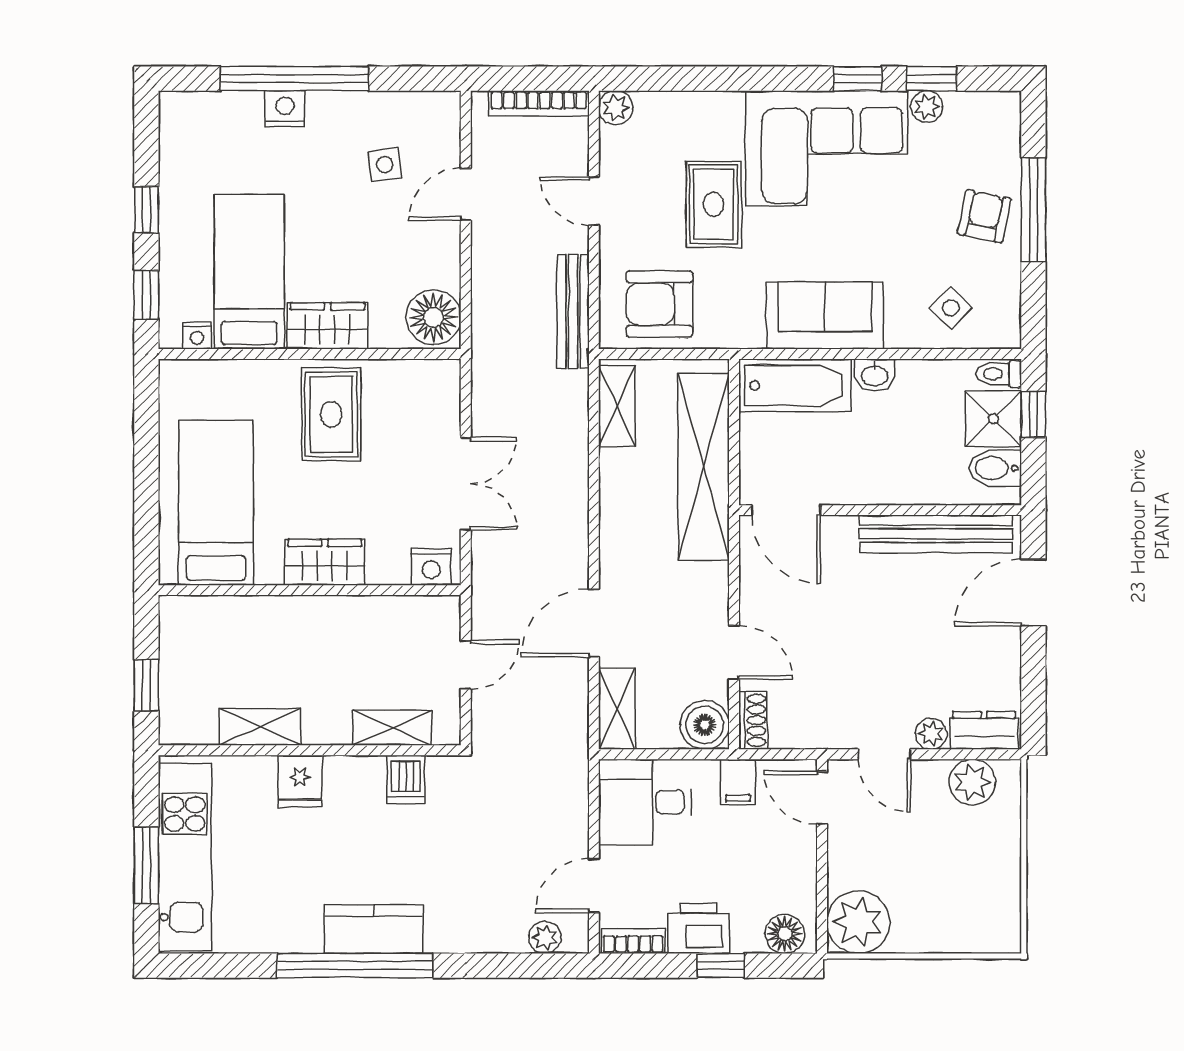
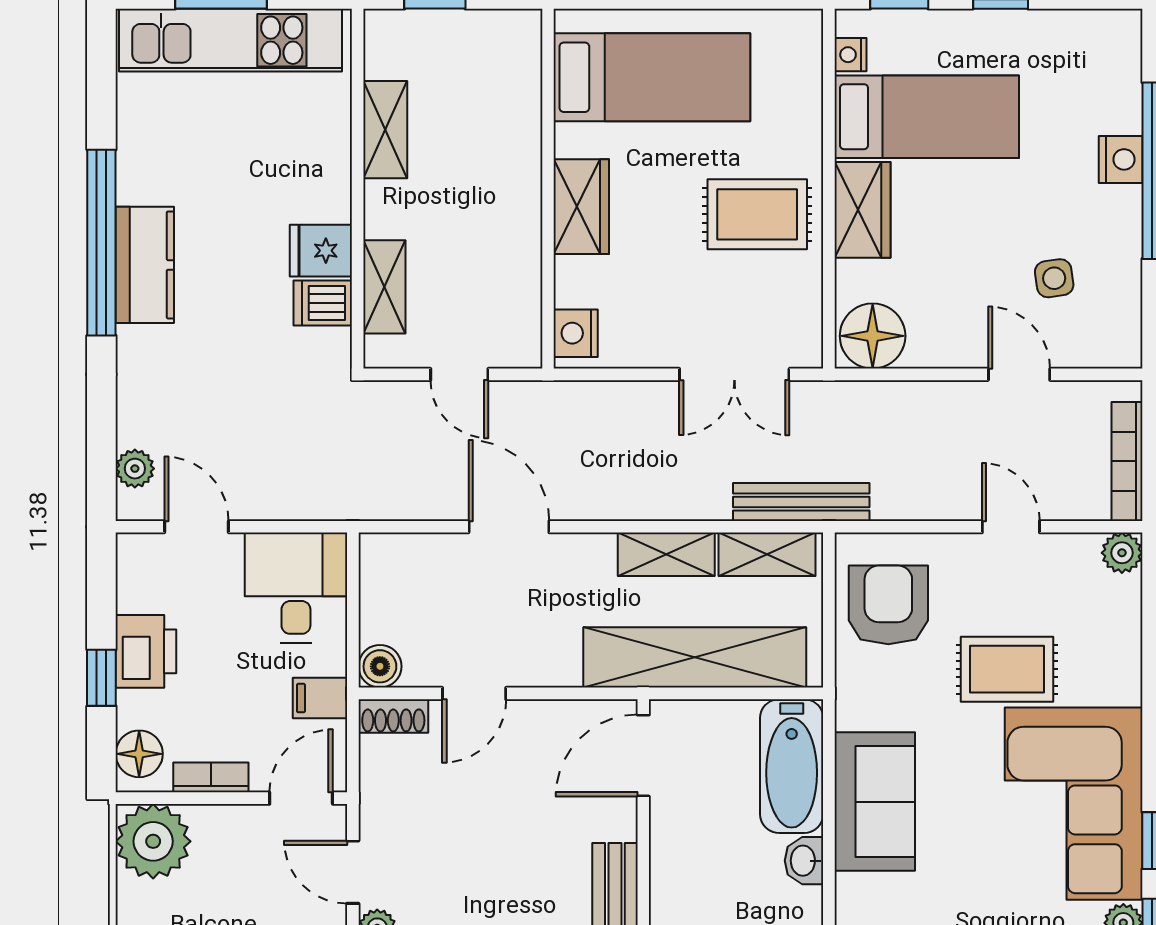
door: (594, 201) -> (1011, 527), hinge flipped
bench: (573, 312) -> (801, 502), moved
double door: (466, 484) -> (734, 374), moved
shelving: (617, 709) -> (666, 554), moved
boiler: (705, 725) -> (380, 666), width x0.73, depth x0.73
door: (884, 754) -> (353, 872), hinge flipped
fridge: (300, 781) -> (321, 251), moved
bookcase: (633, 941) -> (211, 777), moved, turned -90

